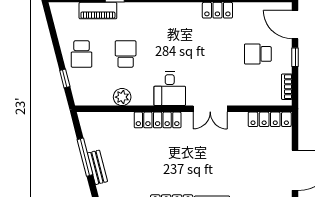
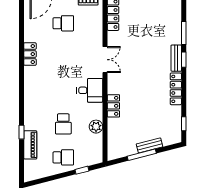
school desk: (126, 54) -> (63, 124), turned -90
school desk: (258, 54) -> (63, 23), turned -90
locker: (158, 120) -> (113, 106), width x0.66

